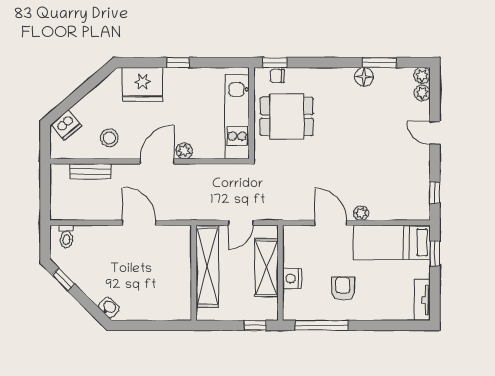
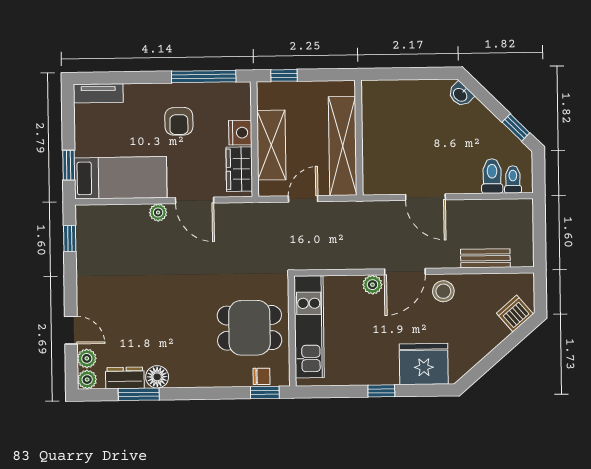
dresser: (391, 76) -> (125, 378), added
door: (435, 133) -> (71, 330), moved
stool: (109, 138) -> (443, 291), moved
toilet: (84, 239) -> (492, 176), added
wardrobe: (293, 248) -> (239, 169), added
tv unit: (422, 300) -> (98, 93), moved, turned 90

